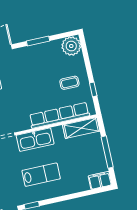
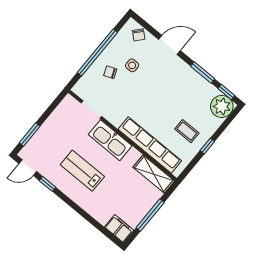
window: (64, 35) -> (226, 92), added
window: (93, 89) -> (207, 146), moved
lab bench: (41, 175) -> (82, 171), turned 180

